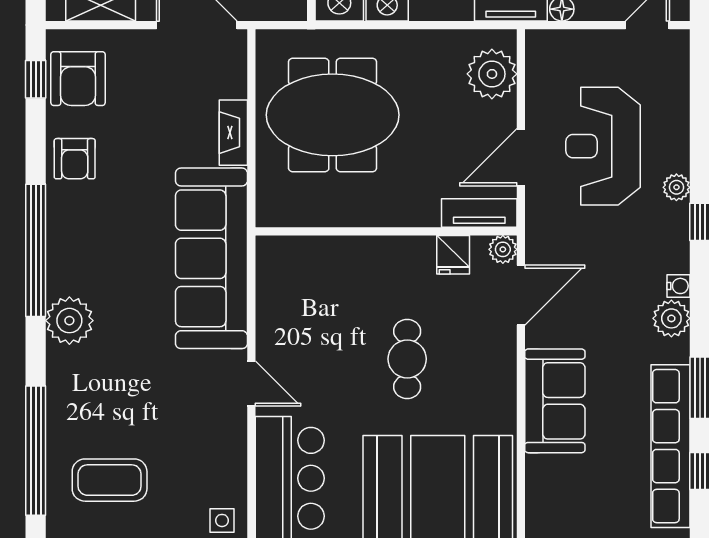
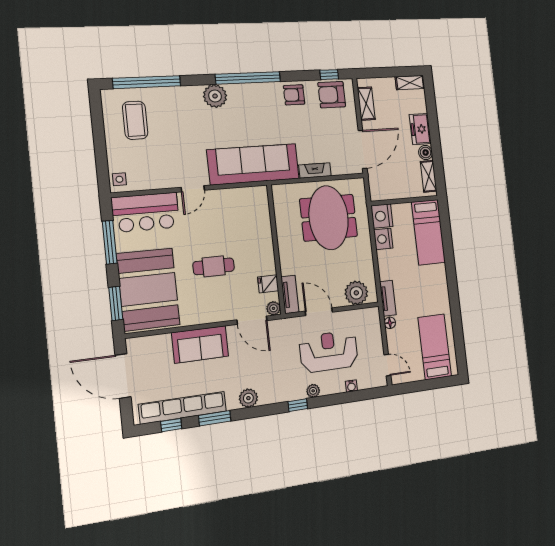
water cooler: (678, 286) -> (351, 386), moved

